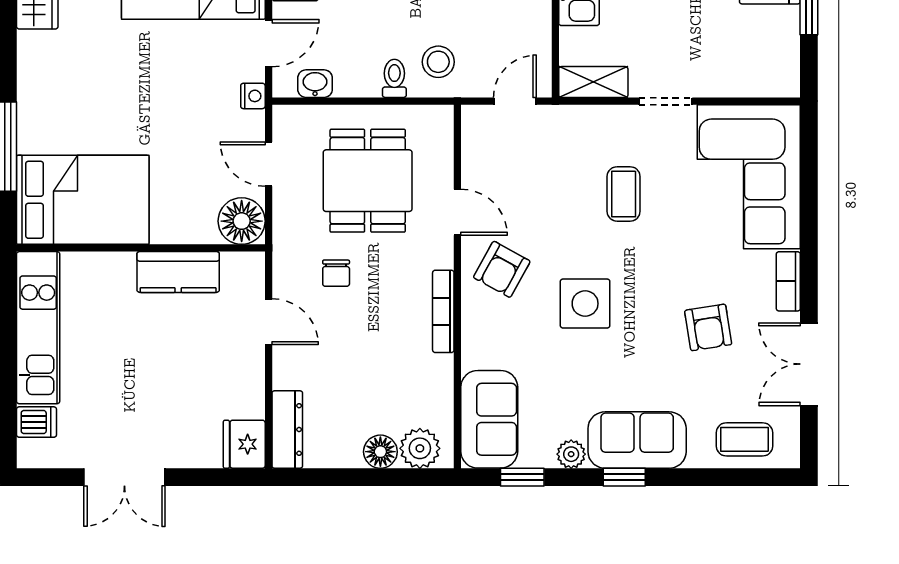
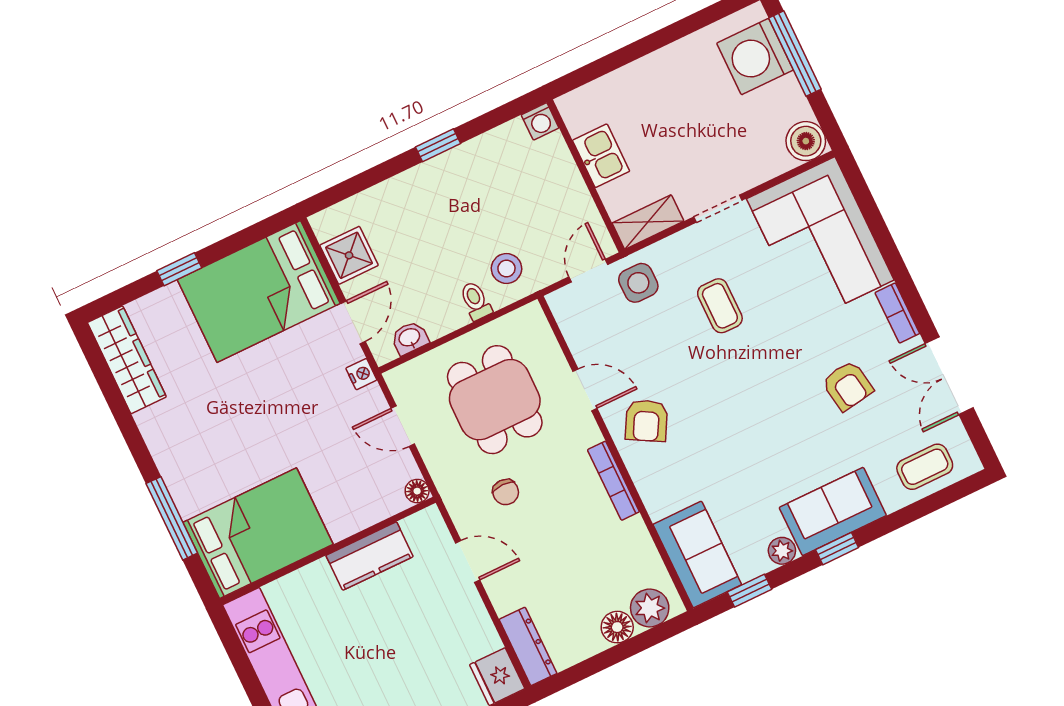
boiler: (780, 77) -> (806, 141), added
floor lamp: (242, 221) -> (417, 491), width x0.53, depth x0.53
side table: (585, 304) -> (638, 283), moved, width x0.73, depth x0.73

